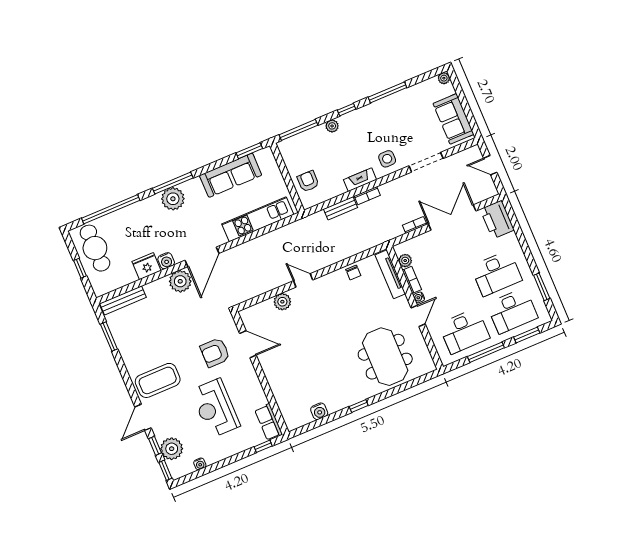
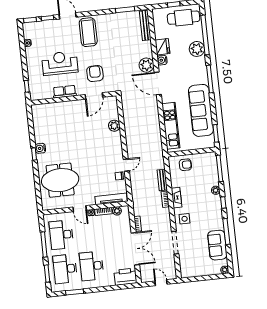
sofa: (453, 119) -> (217, 245), moved, turned -90
door: (490, 165) -> (161, 283), hinge flipped
sofa: (231, 175) -> (201, 110), width x1.36, depth x1.27
plant: (173, 199) -> (197, 49), moved
door: (303, 280) -> (126, 165), moved
water cooler: (319, 411) -> (40, 148), moved
row of seats: (269, 422) -> (65, 92), moved
plant: (172, 449) -> (42, 28), removed

